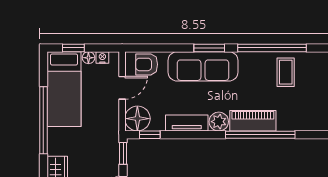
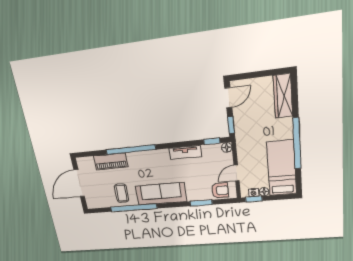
window: (73, 48) -> (254, 199), moved
window: (209, 48) -> (201, 203), moved
sofa: (203, 66) -> (161, 194), moved
floor lamp: (137, 119) -> (227, 147), width x0.53, depth x0.53
piano: (253, 121) -> (111, 161), moved
plant: (219, 122) -> (162, 156), removed

